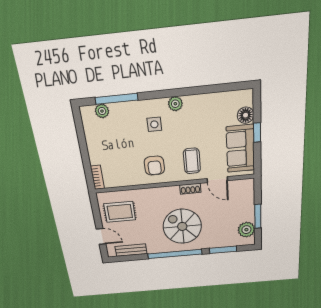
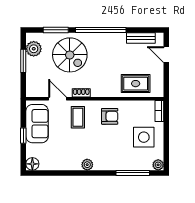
plant: (102, 111) -> (158, 165), moved
floor lamp: (246, 115) -> (32, 164), moved
side table: (154, 124) -> (144, 137), moved, width x1.87, depth x1.87
armchair: (154, 166) -> (110, 116), turned 90
rug: (120, 212) -> (136, 84), moved
spiral stairs: (182, 226) -> (70, 55), moved

